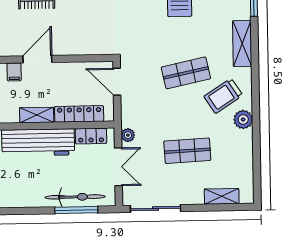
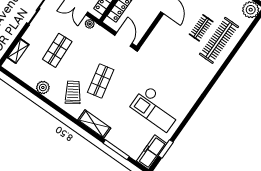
door: (117, 82) -> (124, 39), hinge flipped
plant: (243, 119) -> (43, 87), moved

